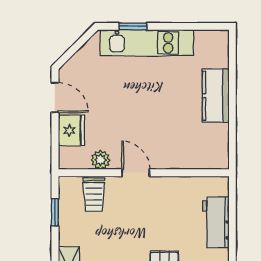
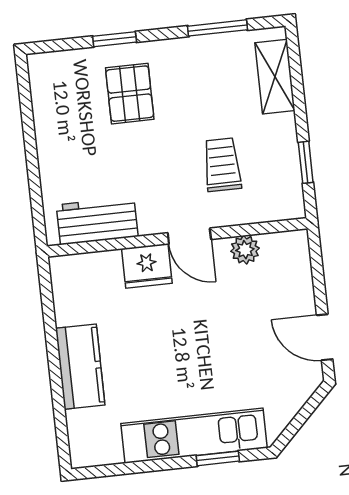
fridge: (71, 130) -> (147, 266), moved, turned -90
trolley: (94, 195) -> (222, 165), moved
workbench: (216, 222) -> (97, 221), moved, turned -90

